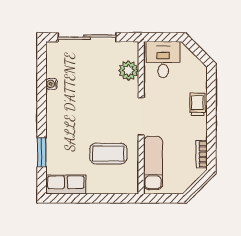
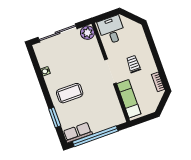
plant: (128, 71) -> (87, 33), moved
trolley: (197, 104) -> (133, 64), moved
coffee table: (108, 154) -> (70, 93), moved
window: (88, 198) -> (95, 136), added

